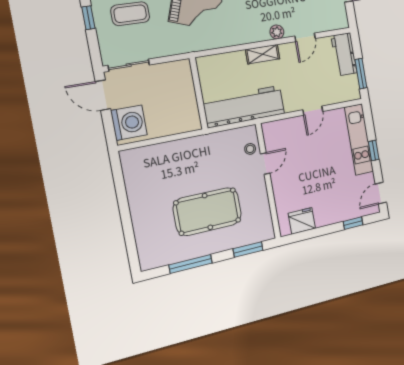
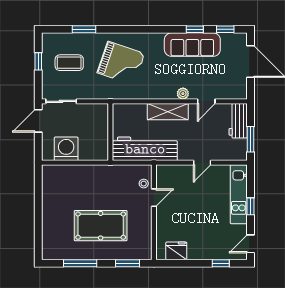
shelving: (263, 54) -> (168, 112), width x1.50, depth x1.33
door: (103, 95) -> (38, 121), hinge flipped
washing machine: (129, 123) -> (66, 149), moved, turned -90

